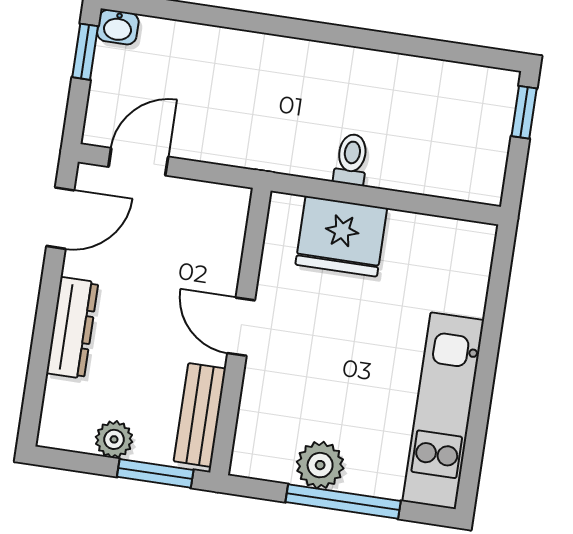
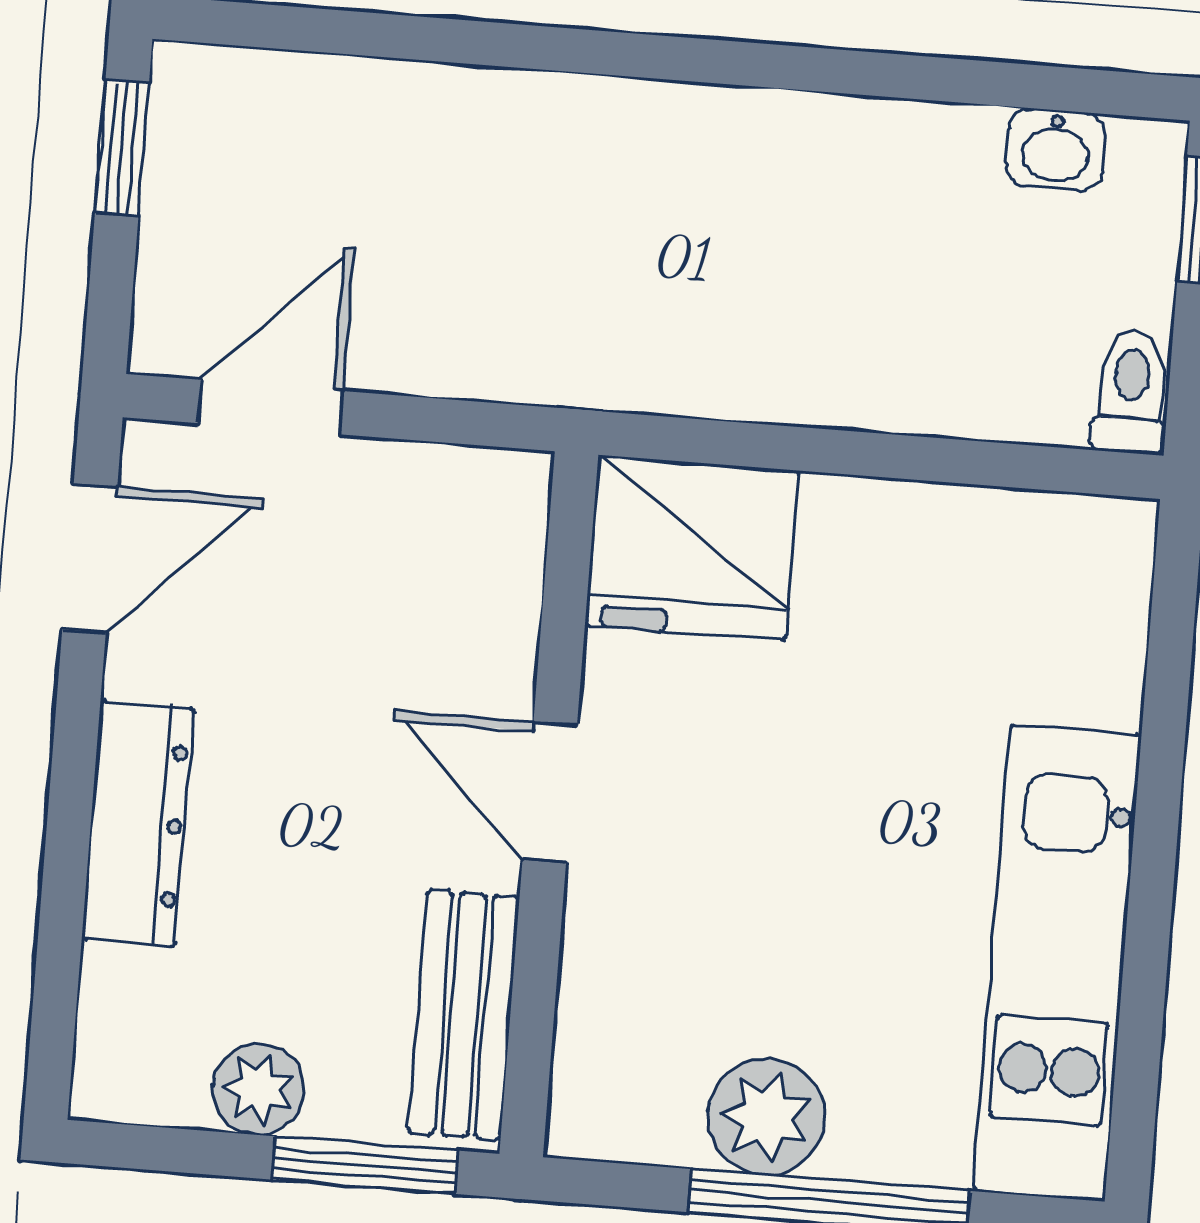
washbasin: (118, 27) -> (1056, 149), moved
toilet: (351, 159) -> (1131, 392), moved
fridge: (341, 236) -> (692, 548), moved

